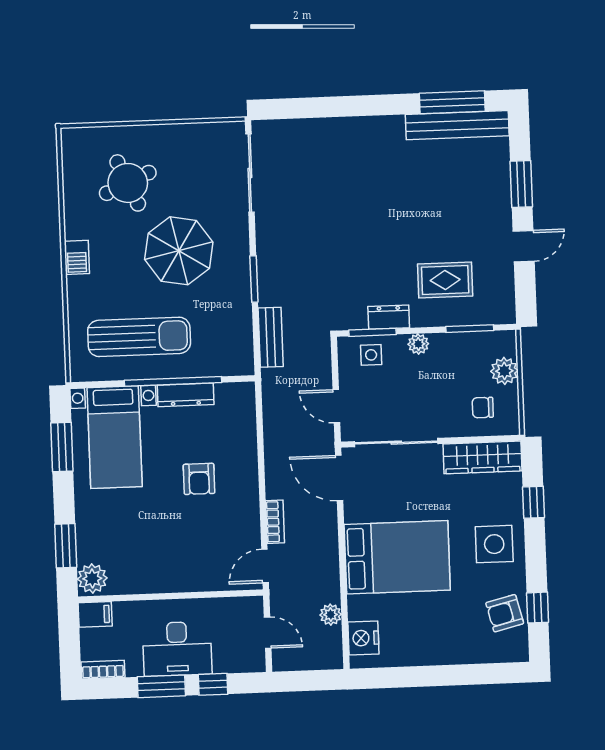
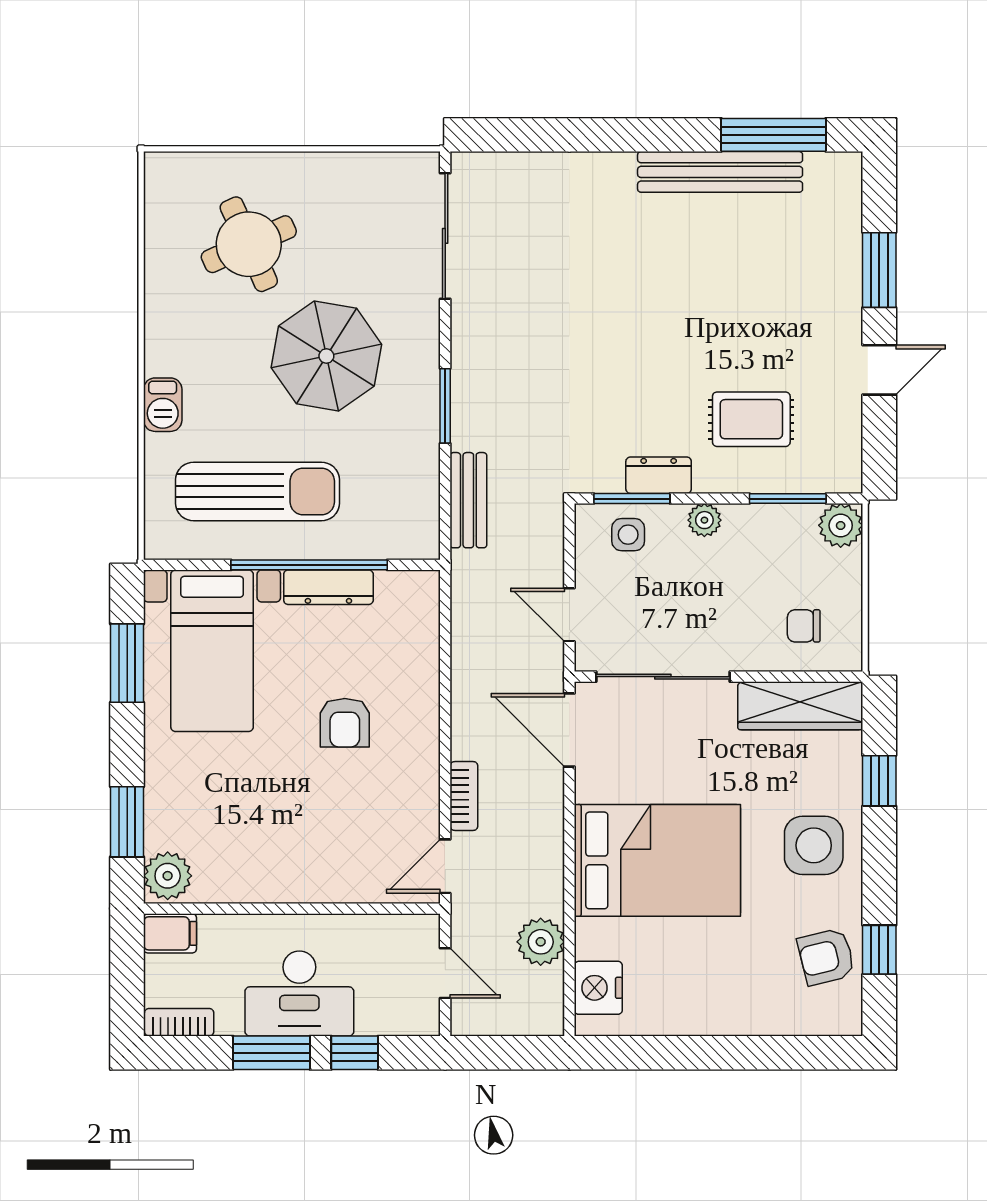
bench: (457, 125) -> (720, 172), moved
barbecue: (77, 257) -> (163, 405), moved
plant: (504, 371) -> (841, 525), moved
plant: (331, 615) -> (541, 942), width x1.38, depth x1.38

